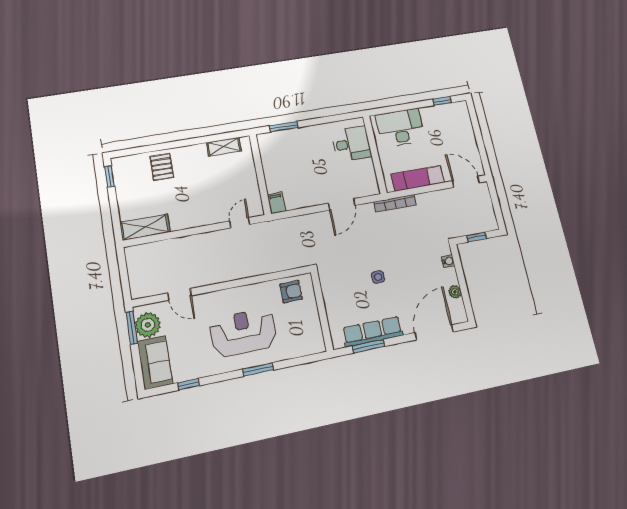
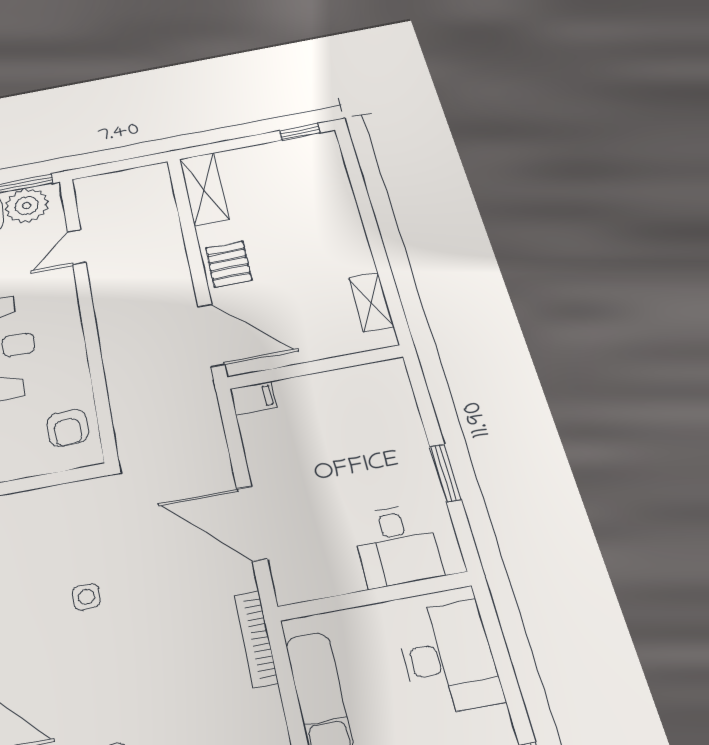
window: (284, 127) -> (445, 473), moved
pallet: (162, 167) -> (229, 264), moved, turned 90
door: (342, 204) -> (252, 523), width x1.36
door: (240, 223) -> (211, 335), width x1.87

